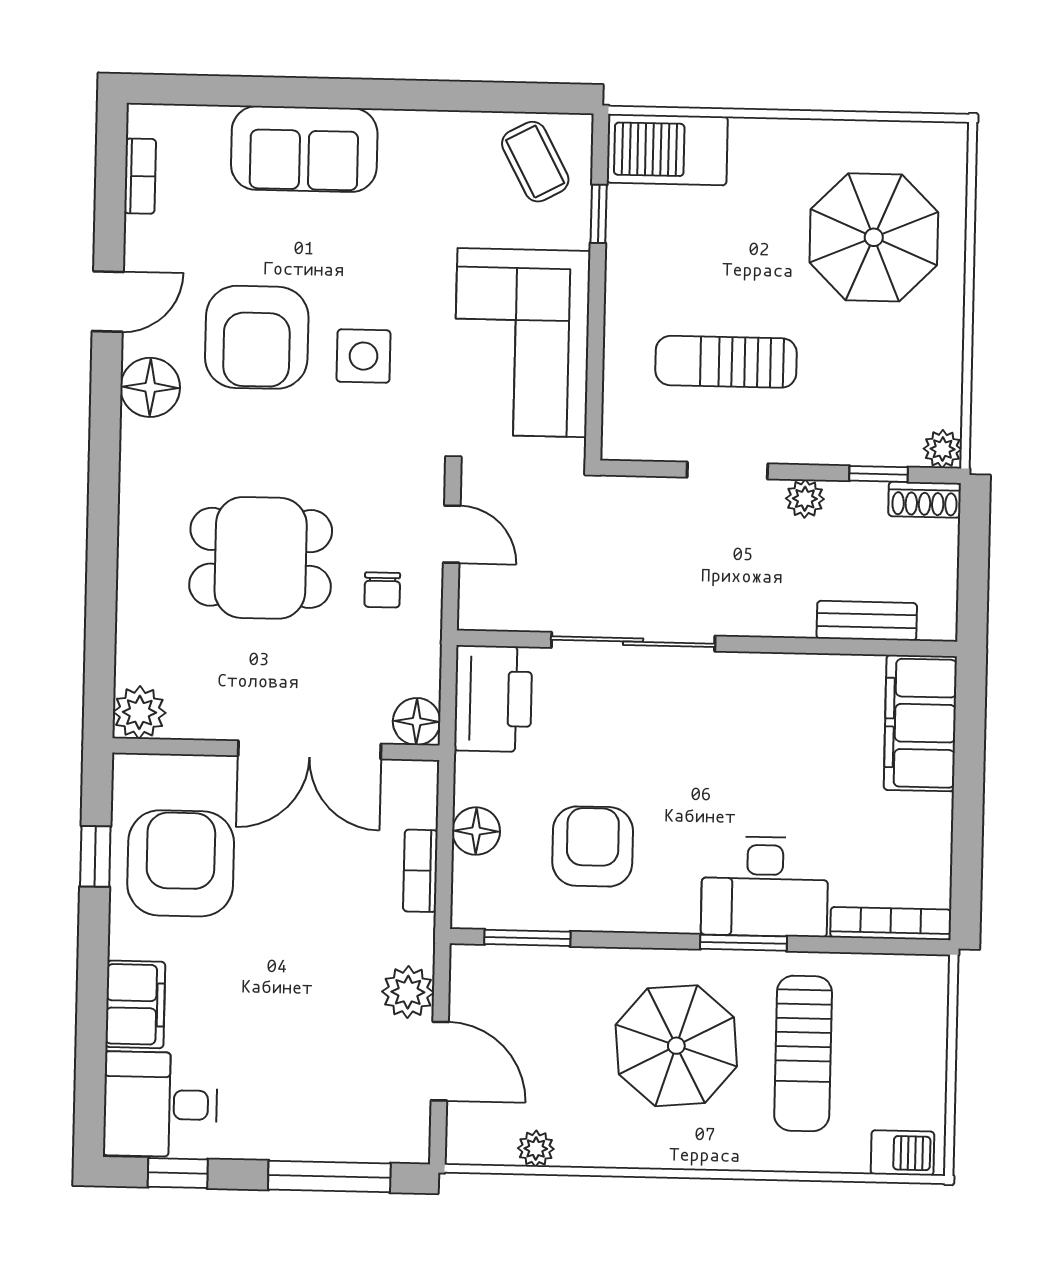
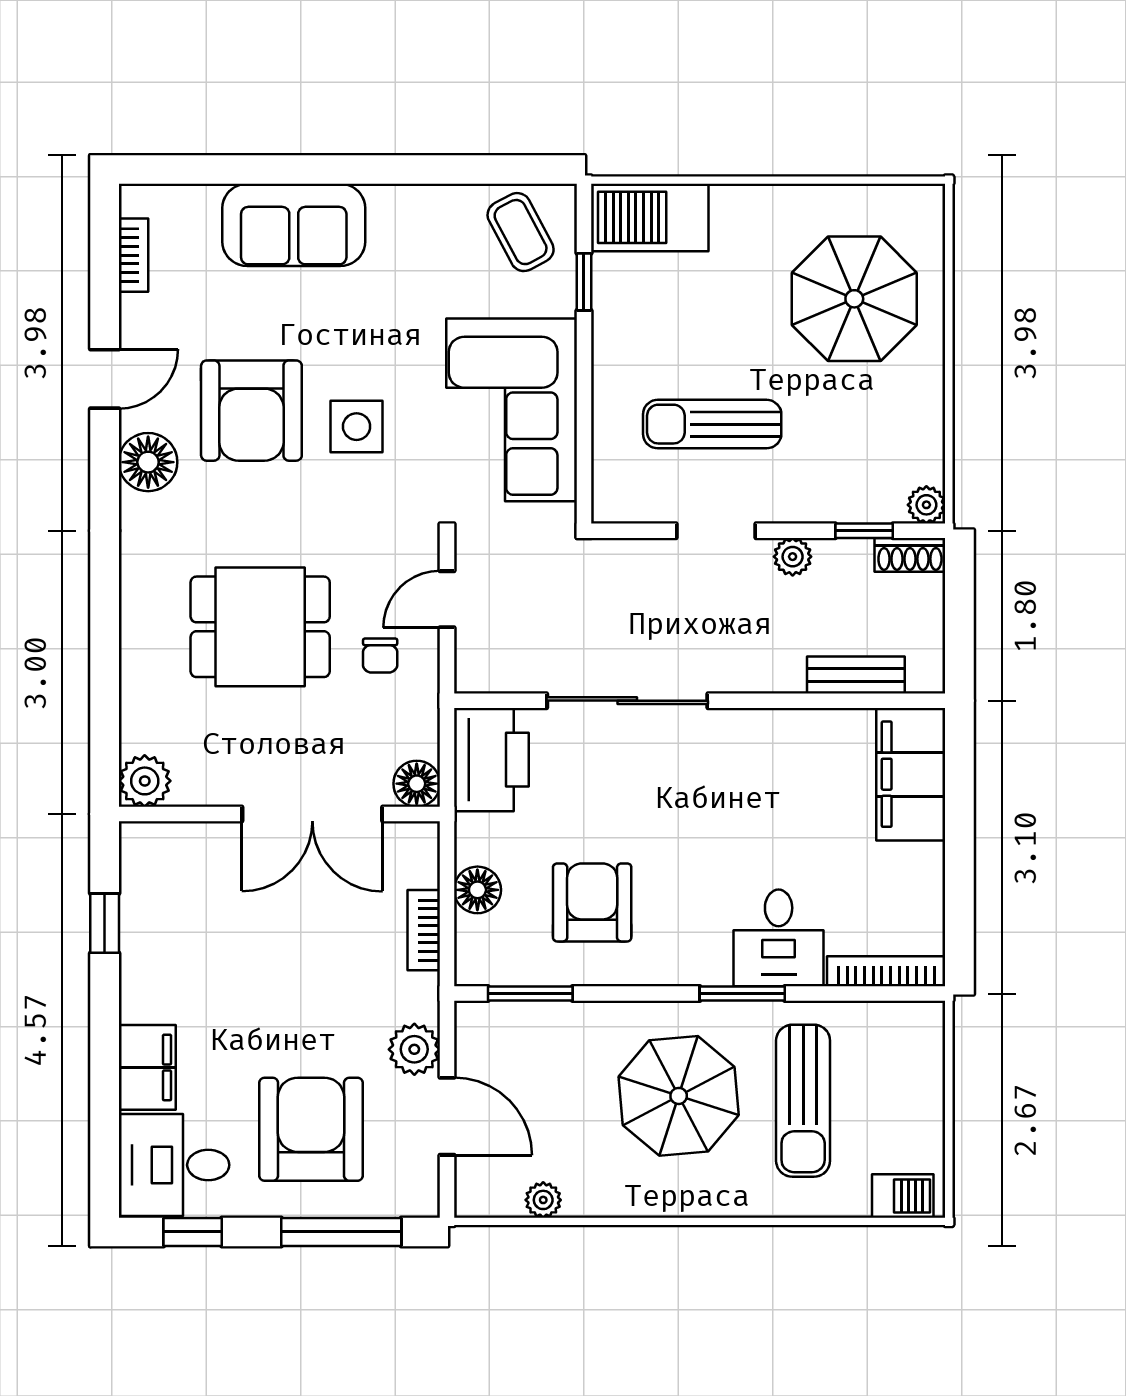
door: (452, 534) -> (447, 599), swing flipped
armchair: (181, 863) -> (311, 1129), moved
desk: (765, 887) -> (779, 938), width x0.73

